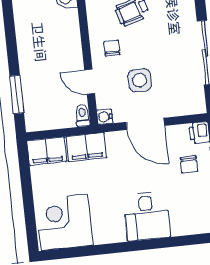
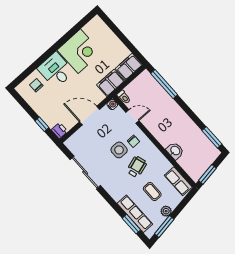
side table: (140, 80) -> (119, 150), moved
window: (17, 94) -> (164, 84), width x1.44
chair: (189, 165) -> (36, 85), moved
corner desk: (65, 222) -> (79, 51), moved

